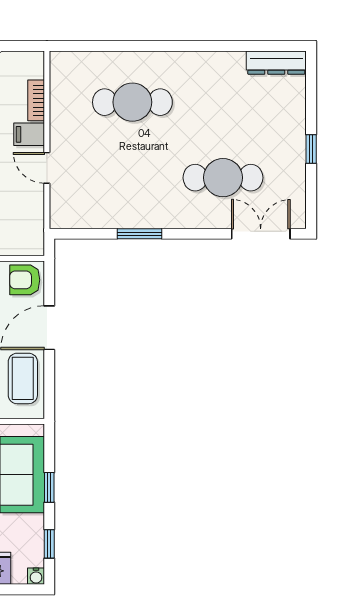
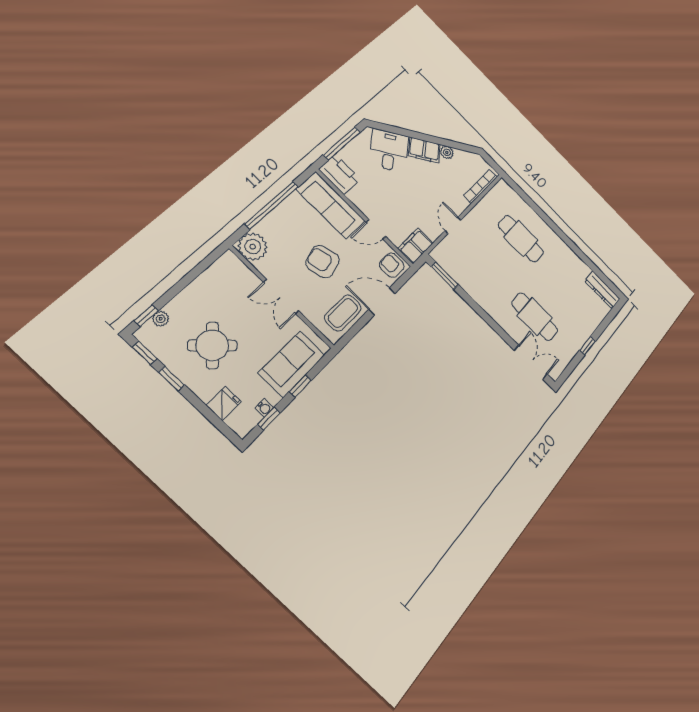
bookcase: (36, 100) -> (480, 186), width x1.56
filing cabinet: (29, 134) -> (415, 246), moved, width x2.00
window: (140, 234) -> (445, 276), moved
water cooler: (36, 576) -> (264, 408), moved, turned -90

